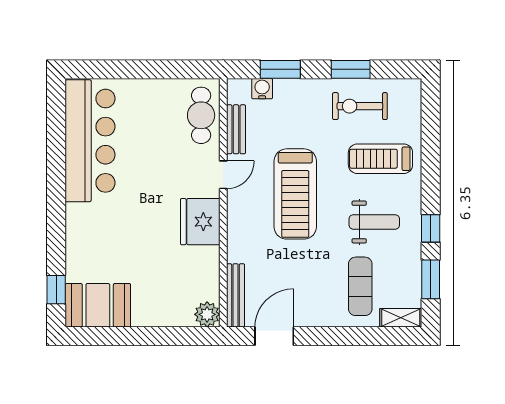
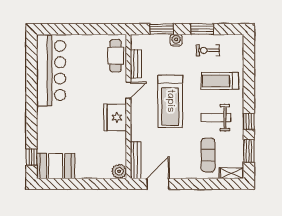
water cooler: (262, 89) -> (176, 40), moved
exercise bike: (360, 106) -> (208, 50), width x0.73, depth x0.72
weight bench: (374, 222) -> (216, 118), turned 180

